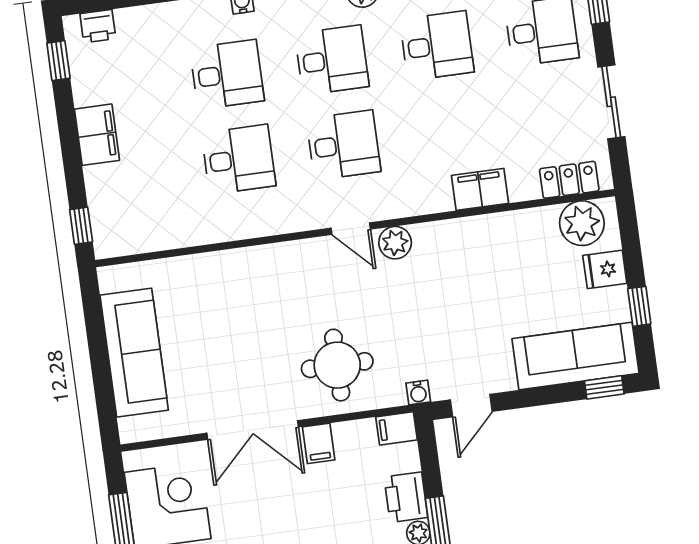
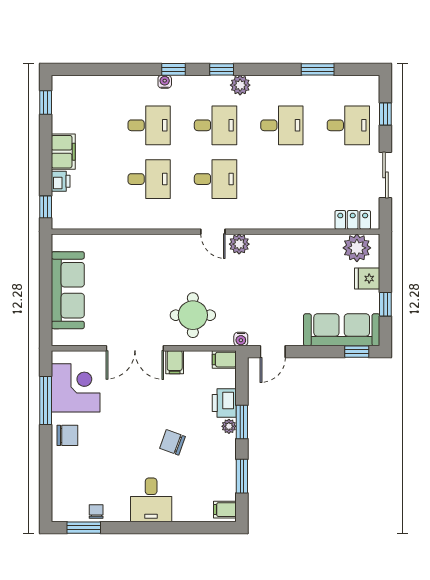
printer: (98, 26) -> (61, 181), moved, turned -90
filing cabinet: (480, 189) -> (297, 218), removed

